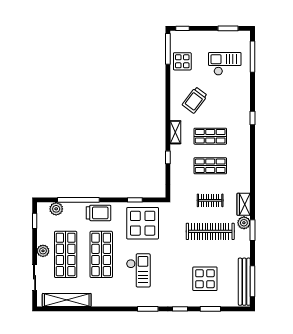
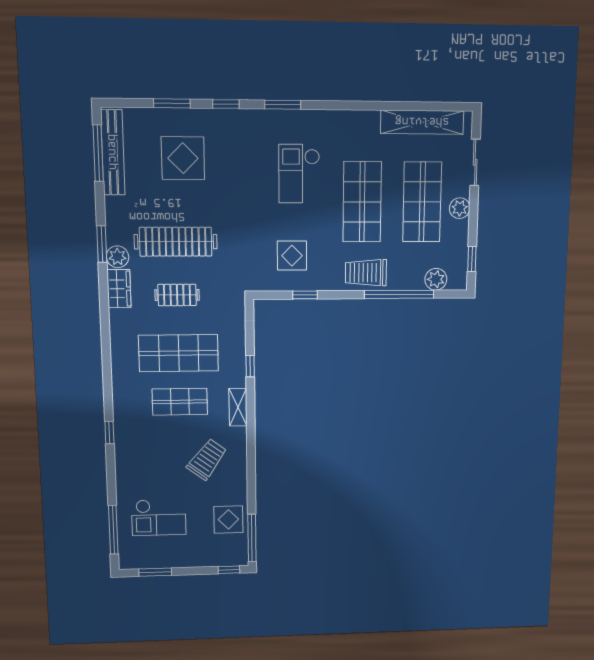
shop shelf: (210, 166) -> (179, 353), width x1.43, depth x1.36
display table: (143, 223) -> (292, 256), width x0.54, depth x0.54

